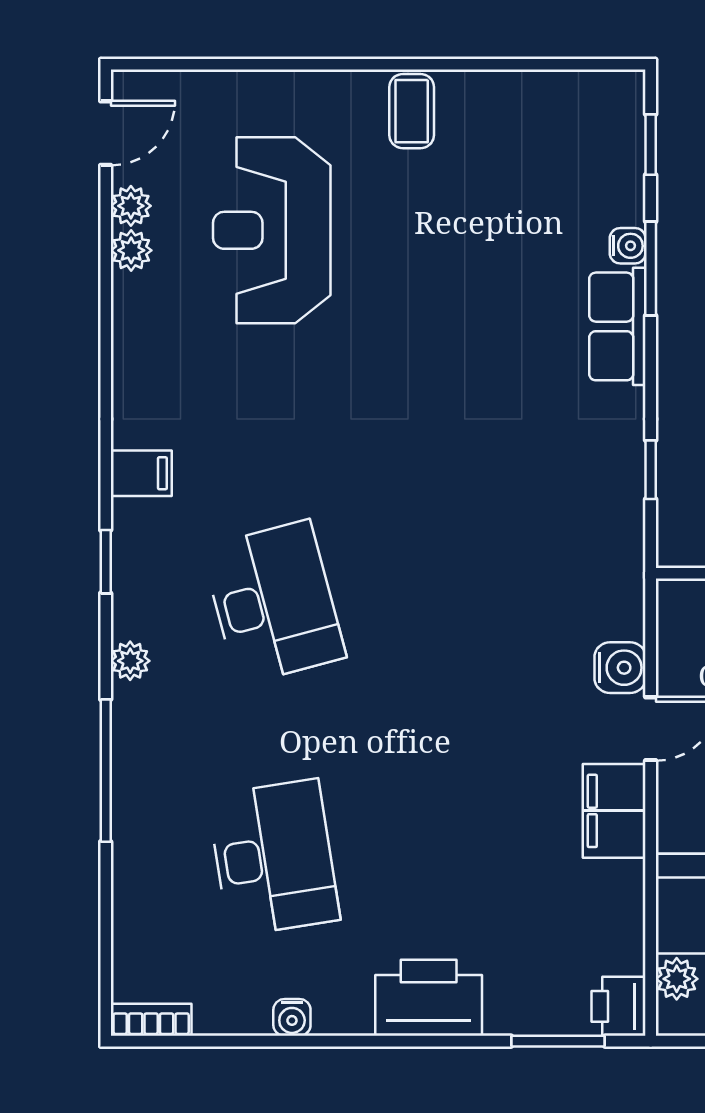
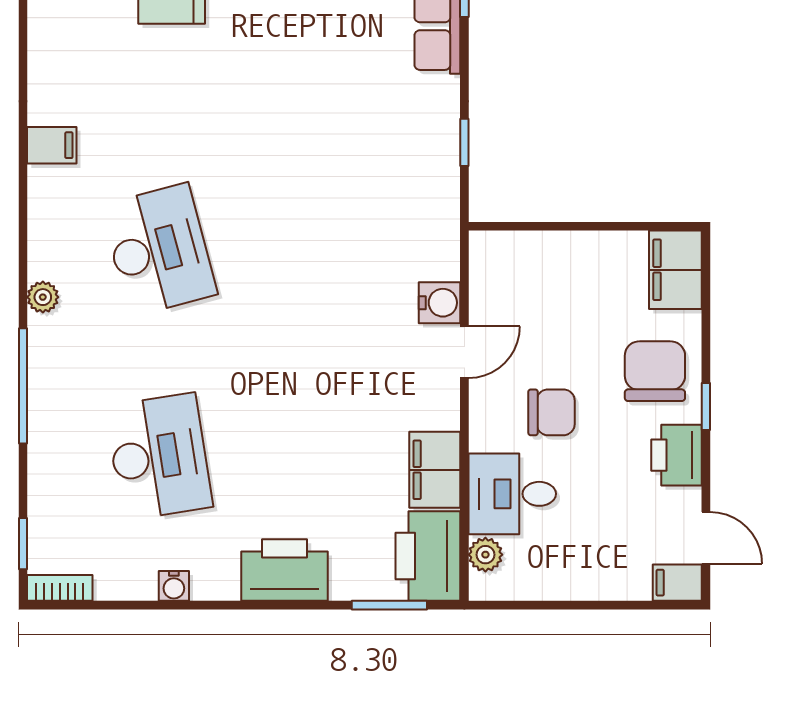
window: (106, 562) -> (23, 544), moved
filing cabinet: (614, 811) -> (435, 470), moved
printer: (619, 1006) -> (428, 556), width x1.87, depth x1.48

